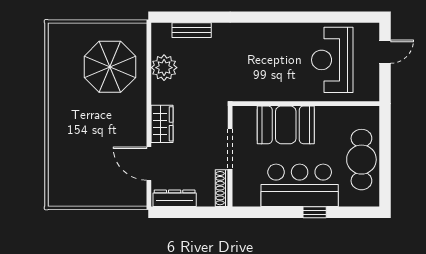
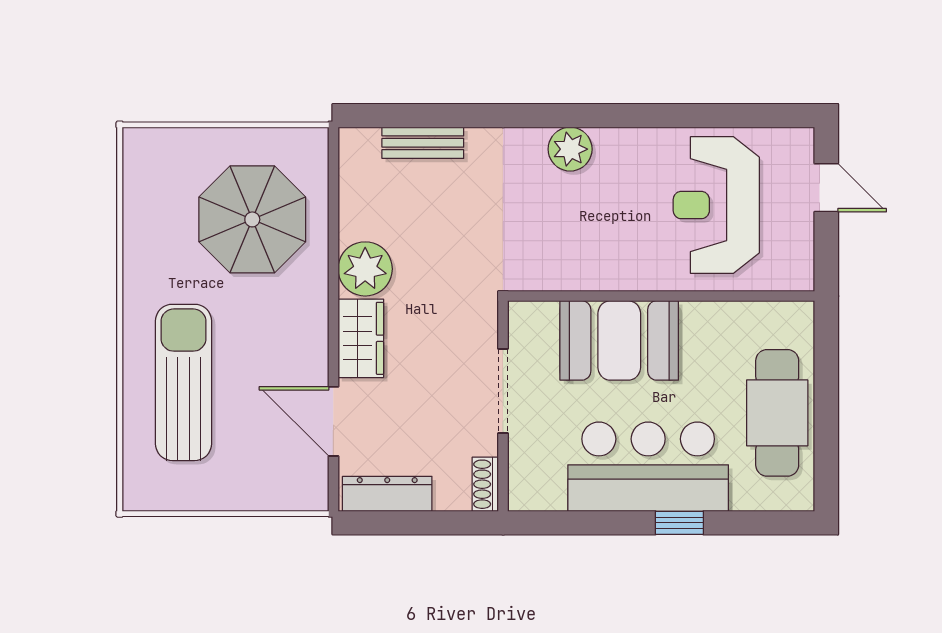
plant: (262, 33) -> (570, 149), added
door: (385, 52) -> (826, 188), hinge flipped
plant: (164, 68) -> (365, 269), moved
sun lounger: (77, 145) -> (183, 382), added
shoe rack: (222, 188) -> (485, 484), width x0.70

